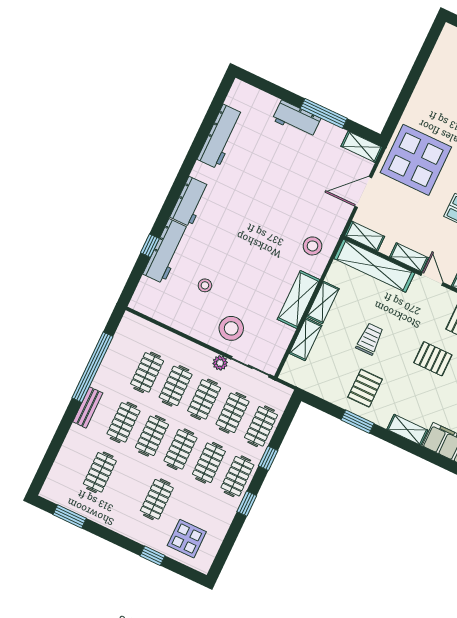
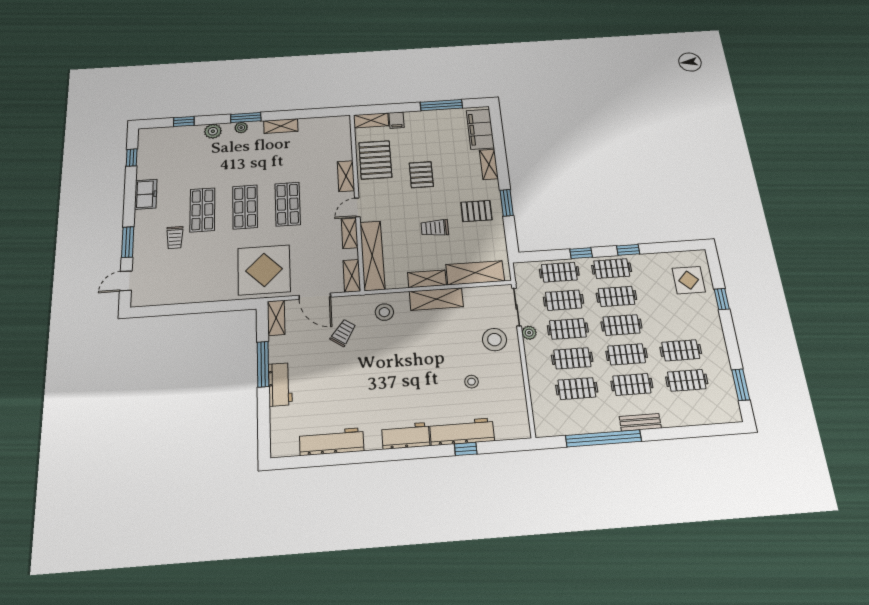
trolley: (314, 199) -> (343, 333), added
shelving: (306, 339) -> (475, 273), width x1.50, depth x1.33
clothes rail: (157, 499) -> (681, 350), moved

